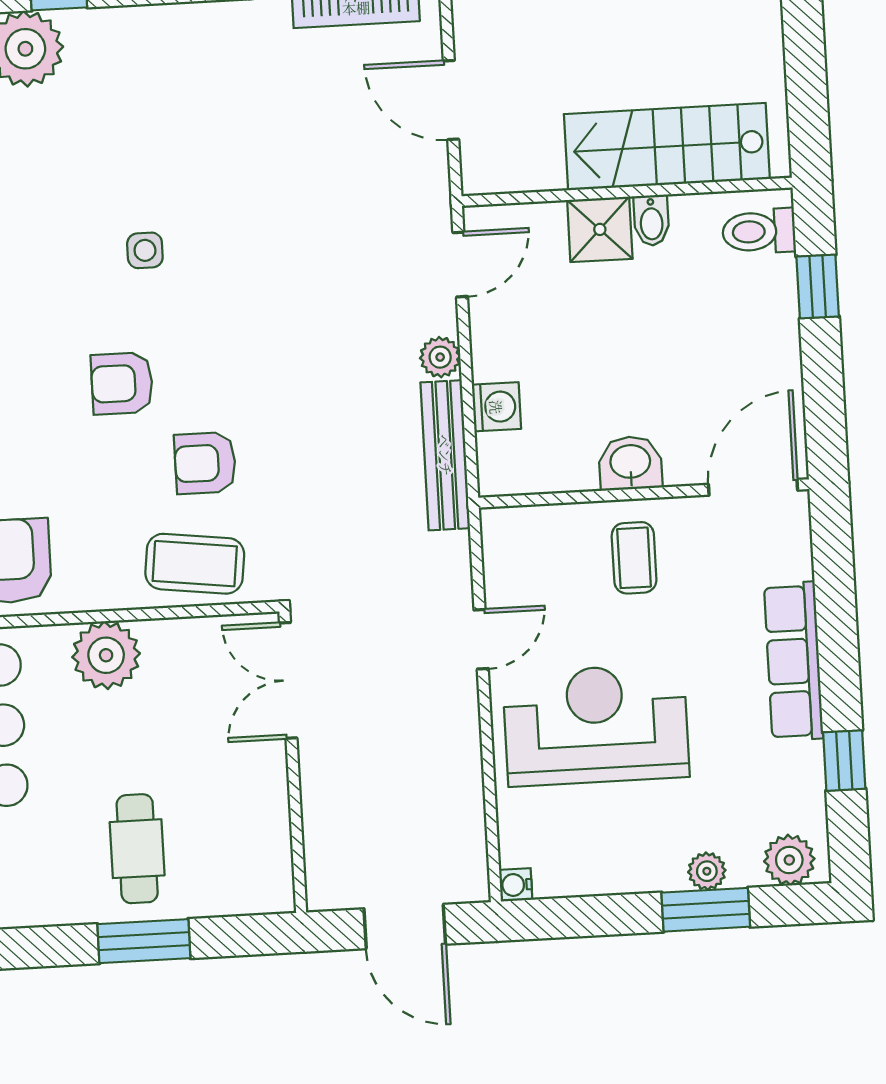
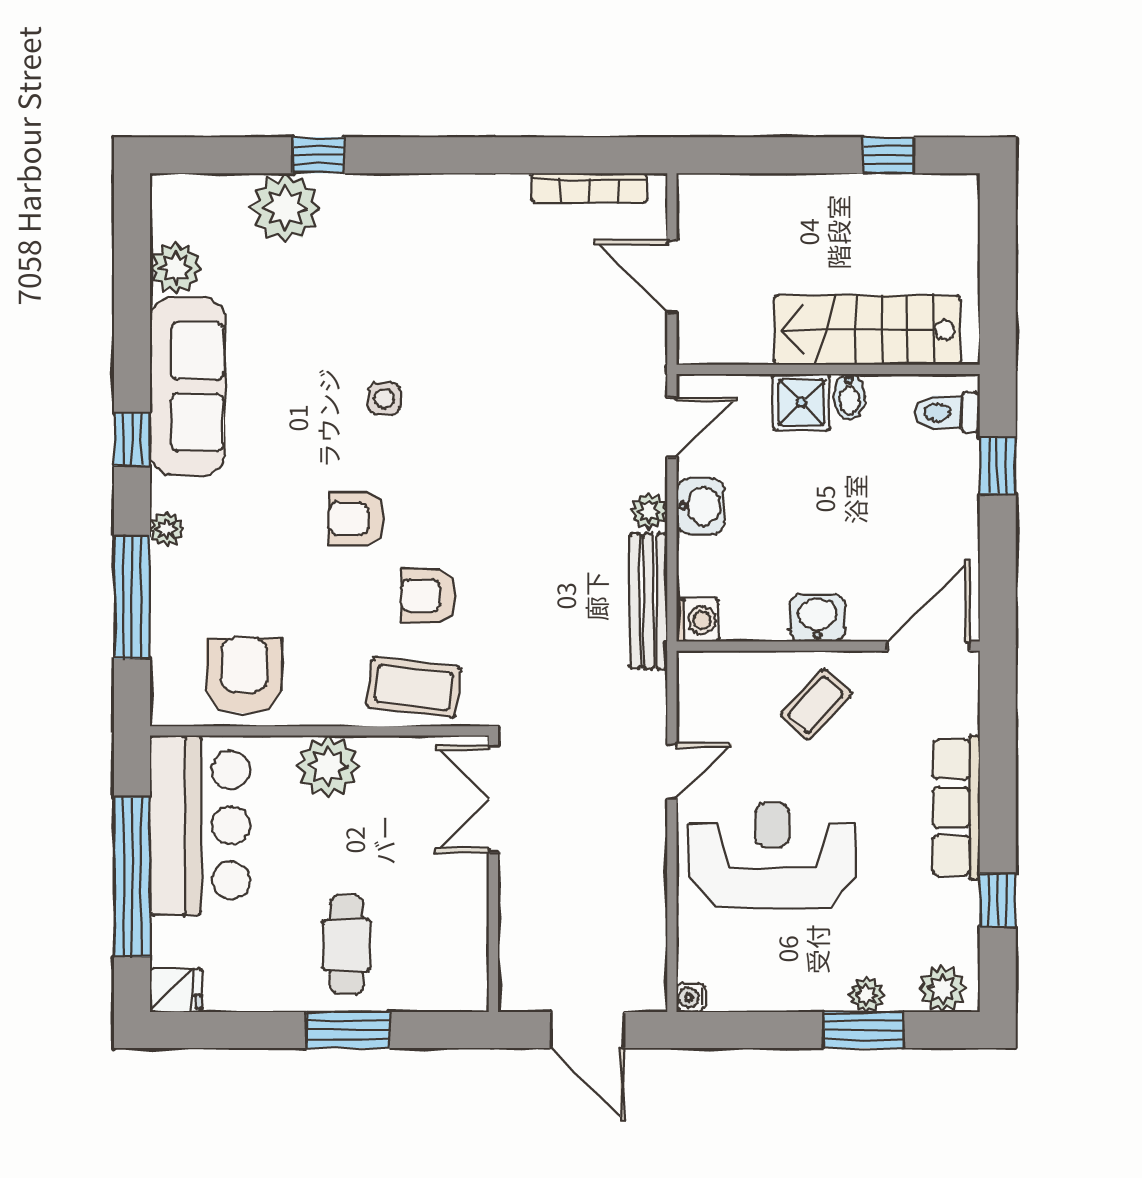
washbasin: (496, 349) -> (700, 506), added
washing machine: (496, 407) -> (698, 620), moved
coffee table: (634, 558) -> (816, 704), turned 43

